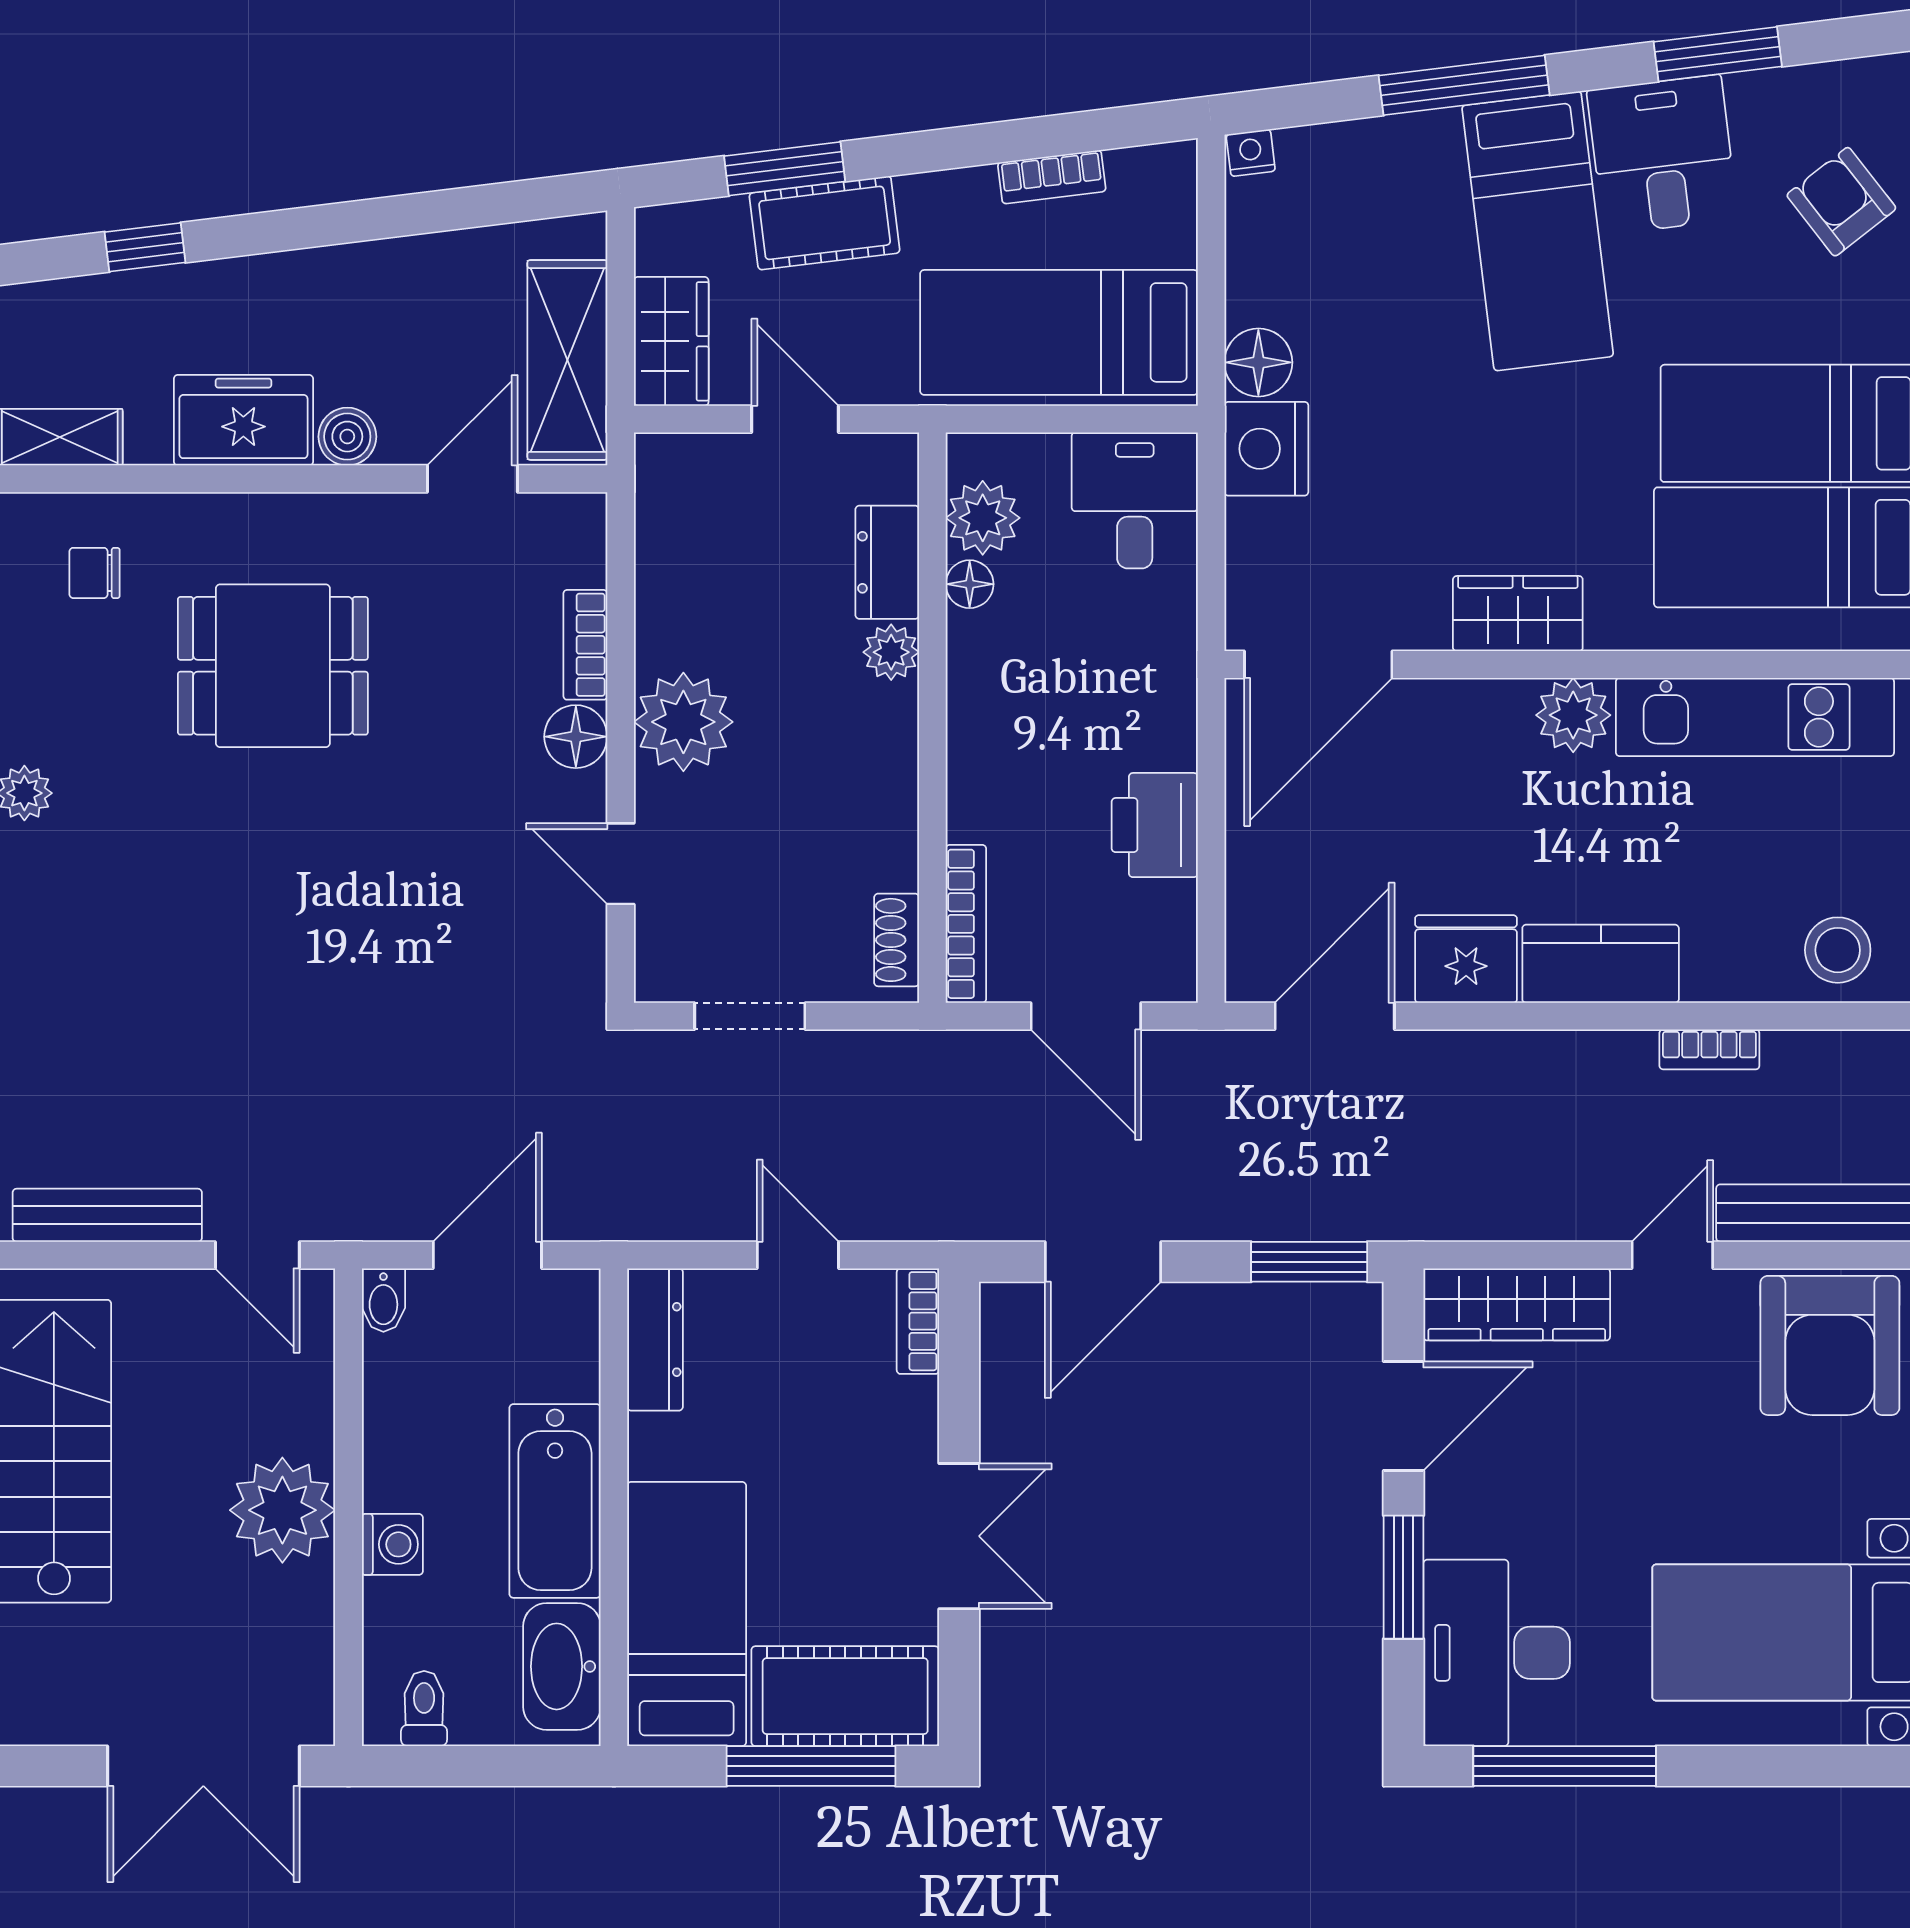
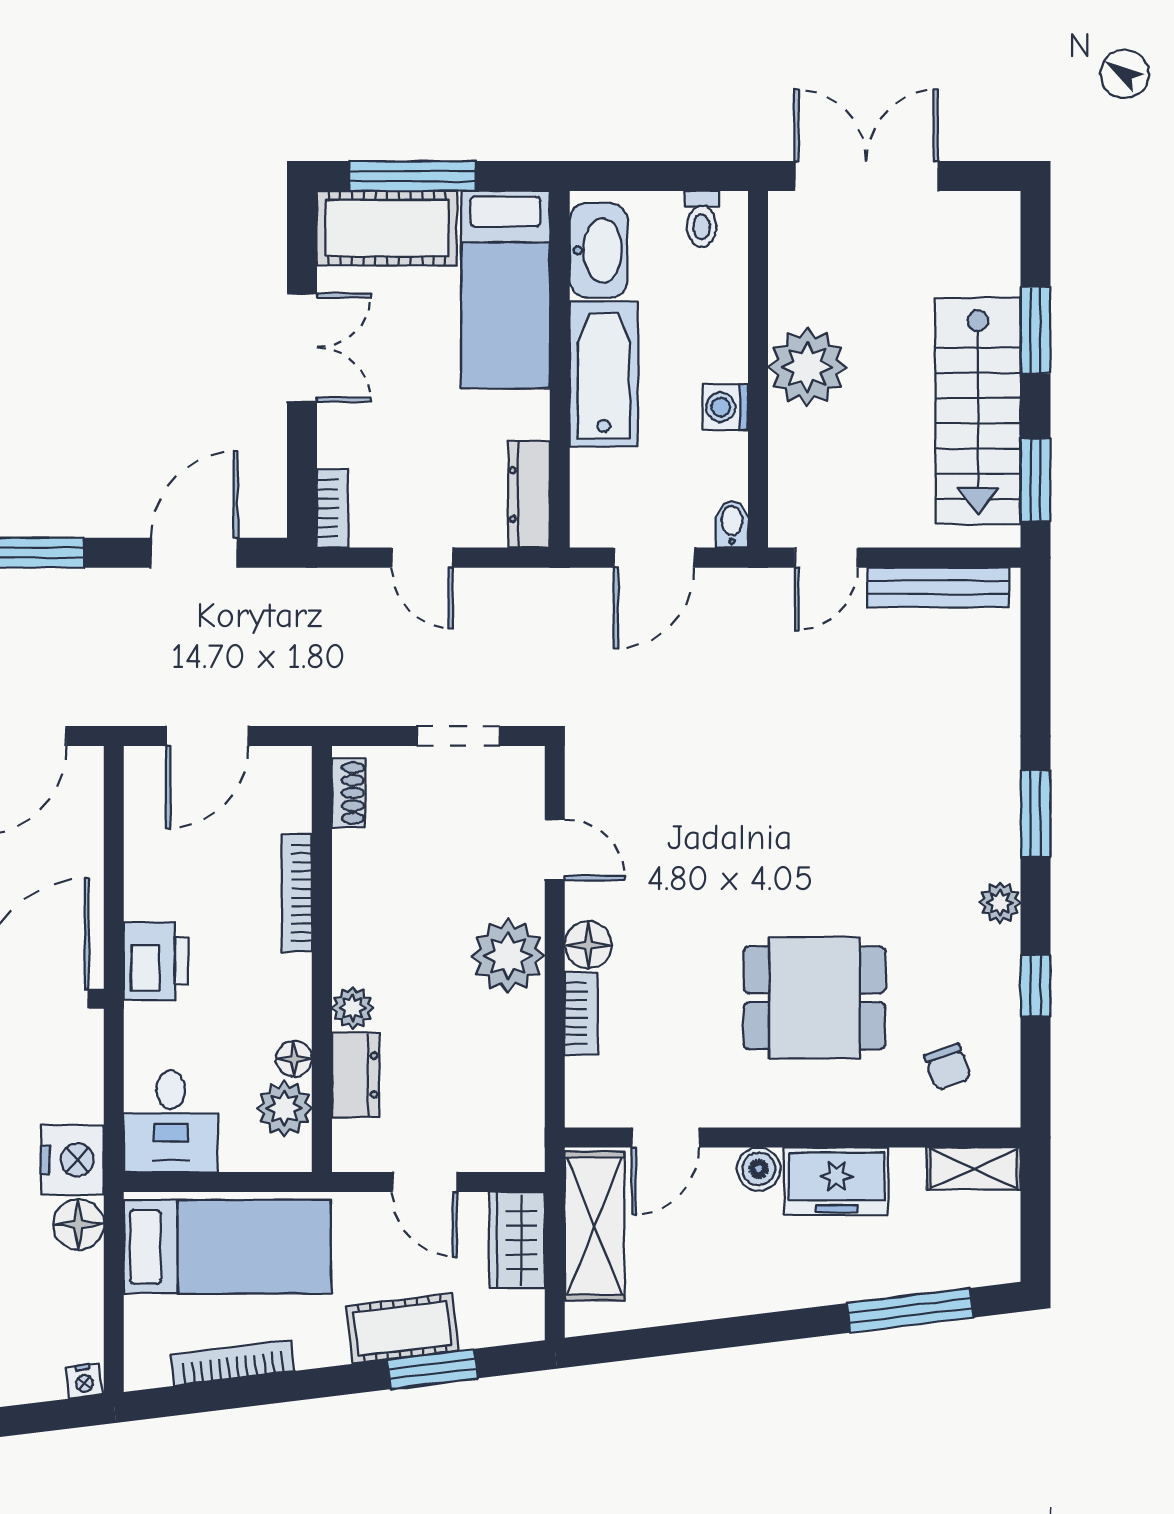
bookcase: (1052, 177) -> (233, 1363), width x1.56
window: (145, 247) -> (910, 1310), width x2.17
chair: (95, 573) -> (948, 1067), turned 70
printer: (1155, 825) -> (156, 961), moved
bookcase: (966, 924) -> (297, 893), moved
door: (1086, 1016) -> (207, 736), swing flipped
door: (257, 1255) -> (826, 558), swing flipped
double door: (959, 1536) -> (302, 348), swing flipped
washing machine: (392, 1544) -> (725, 407), moved

